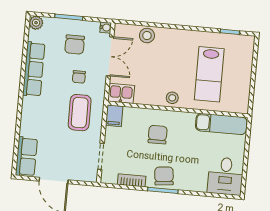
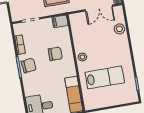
lab bench: (209, 74) -> (105, 77), turned 180
kitchen sink: (121, 93) -> (76, 22), removed

